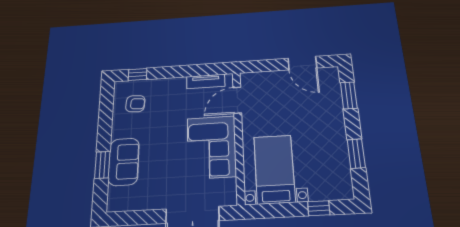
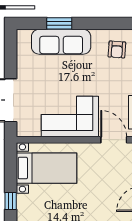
sofa: (124, 162) -> (61, 42), width x1.36

